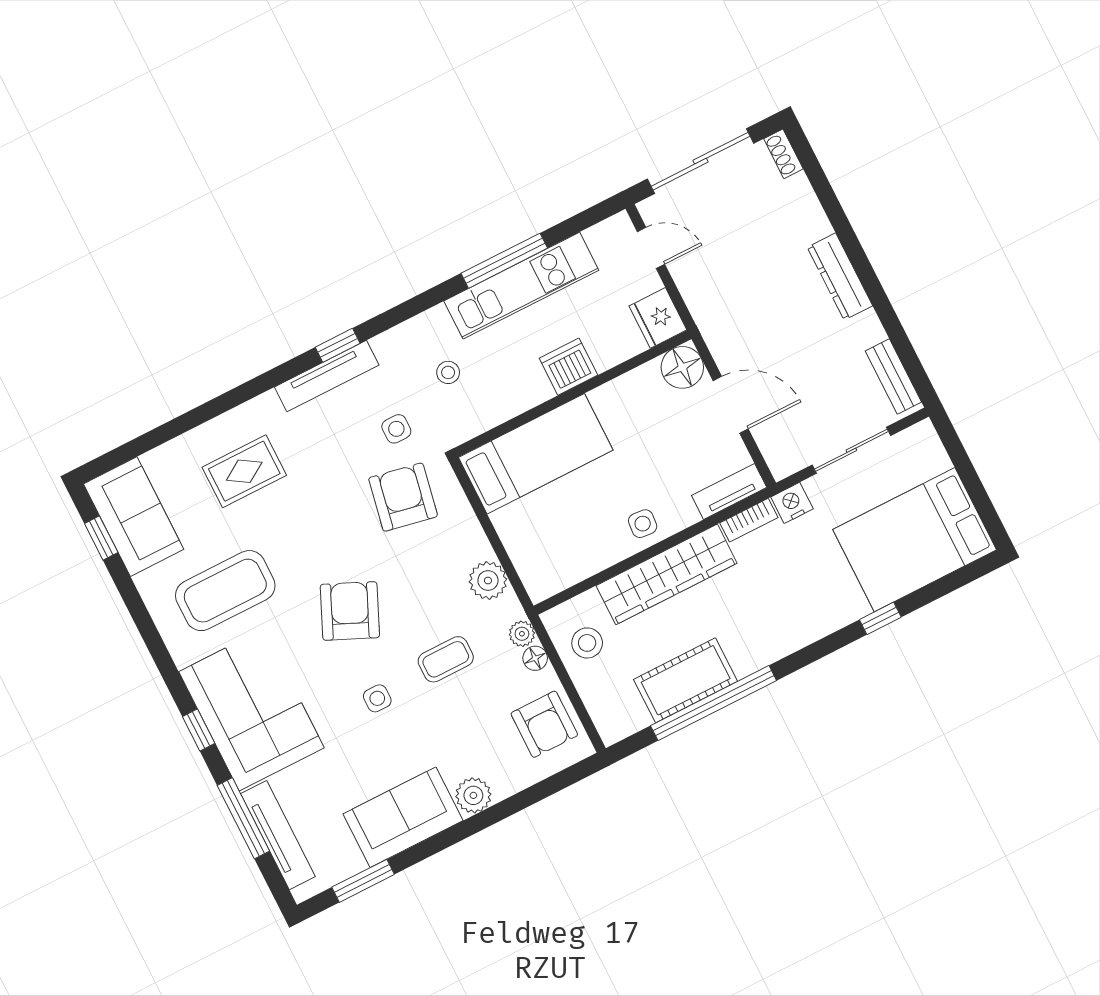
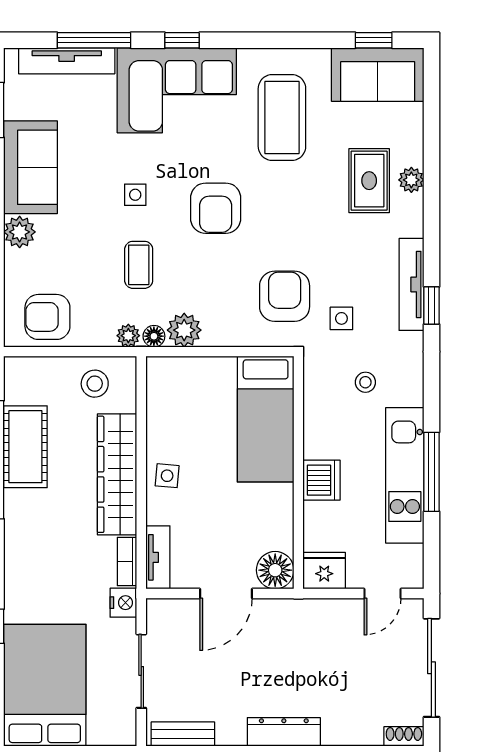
plant: (222, 429) -> (411, 180), added
armchair: (403, 497) -> (285, 296), turned -101
armchair: (350, 611) -> (216, 208), turned 66
floor lamp: (535, 658) -> (154, 336), moved

